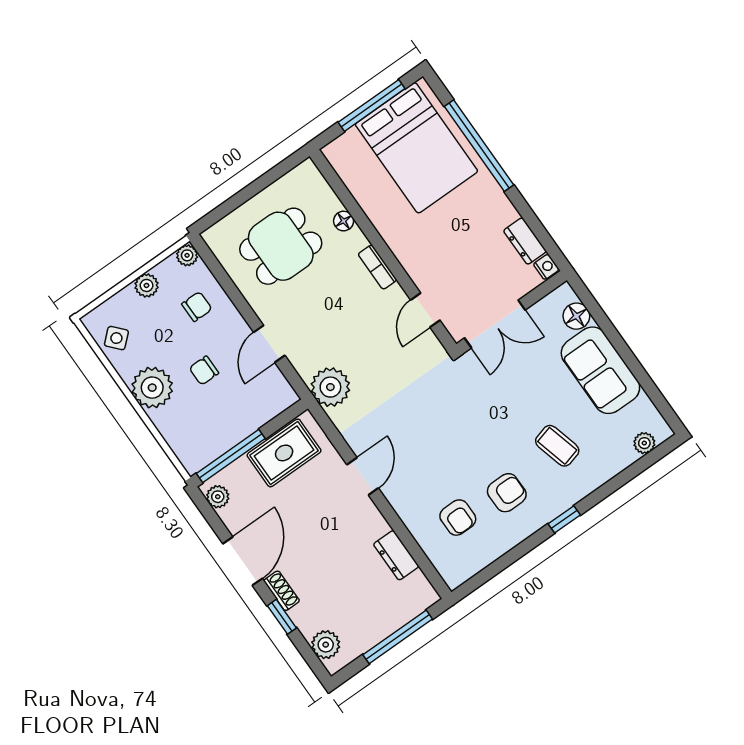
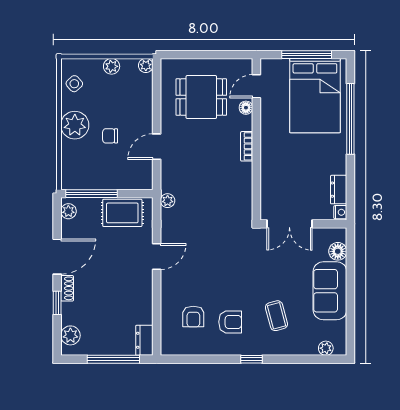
chair: (197, 306) -> (131, 98), removed
door: (425, 310) -> (256, 86), moved
plant: (330, 387) -> (168, 201), width x0.53, depth x0.53
dresser: (396, 555) -> (144, 340), moved

